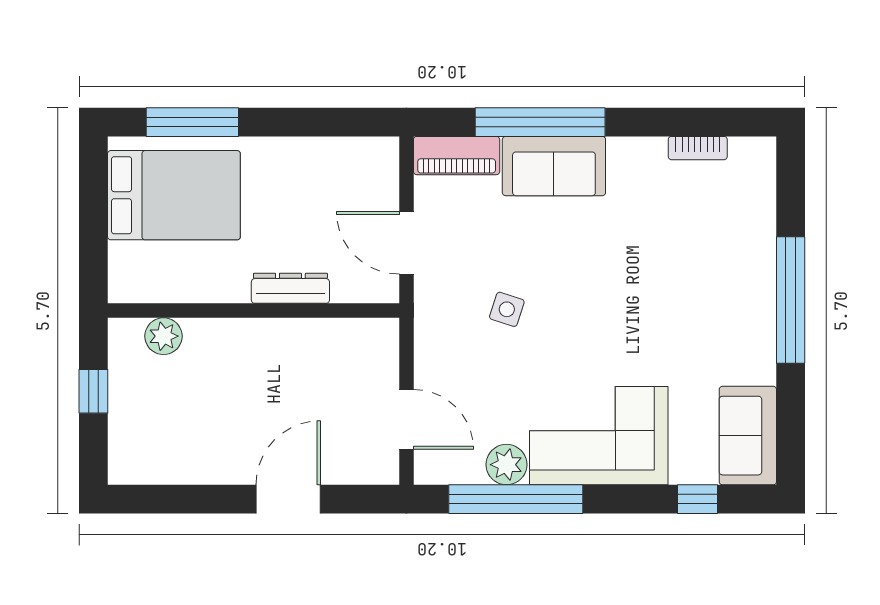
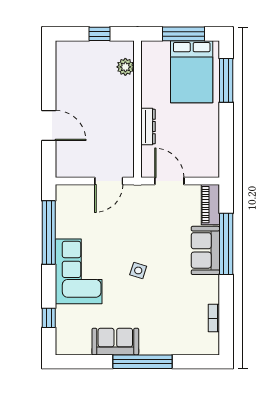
window: (93, 213) -> (183, 34), added
door: (406, 243) -> (169, 181), hinge flipped
side table: (507, 309) -> (138, 270), moved
door: (406, 419) -> (109, 181), moved
sofa: (748, 436) -> (115, 342), moved
plant: (506, 465) -> (65, 228), removed

